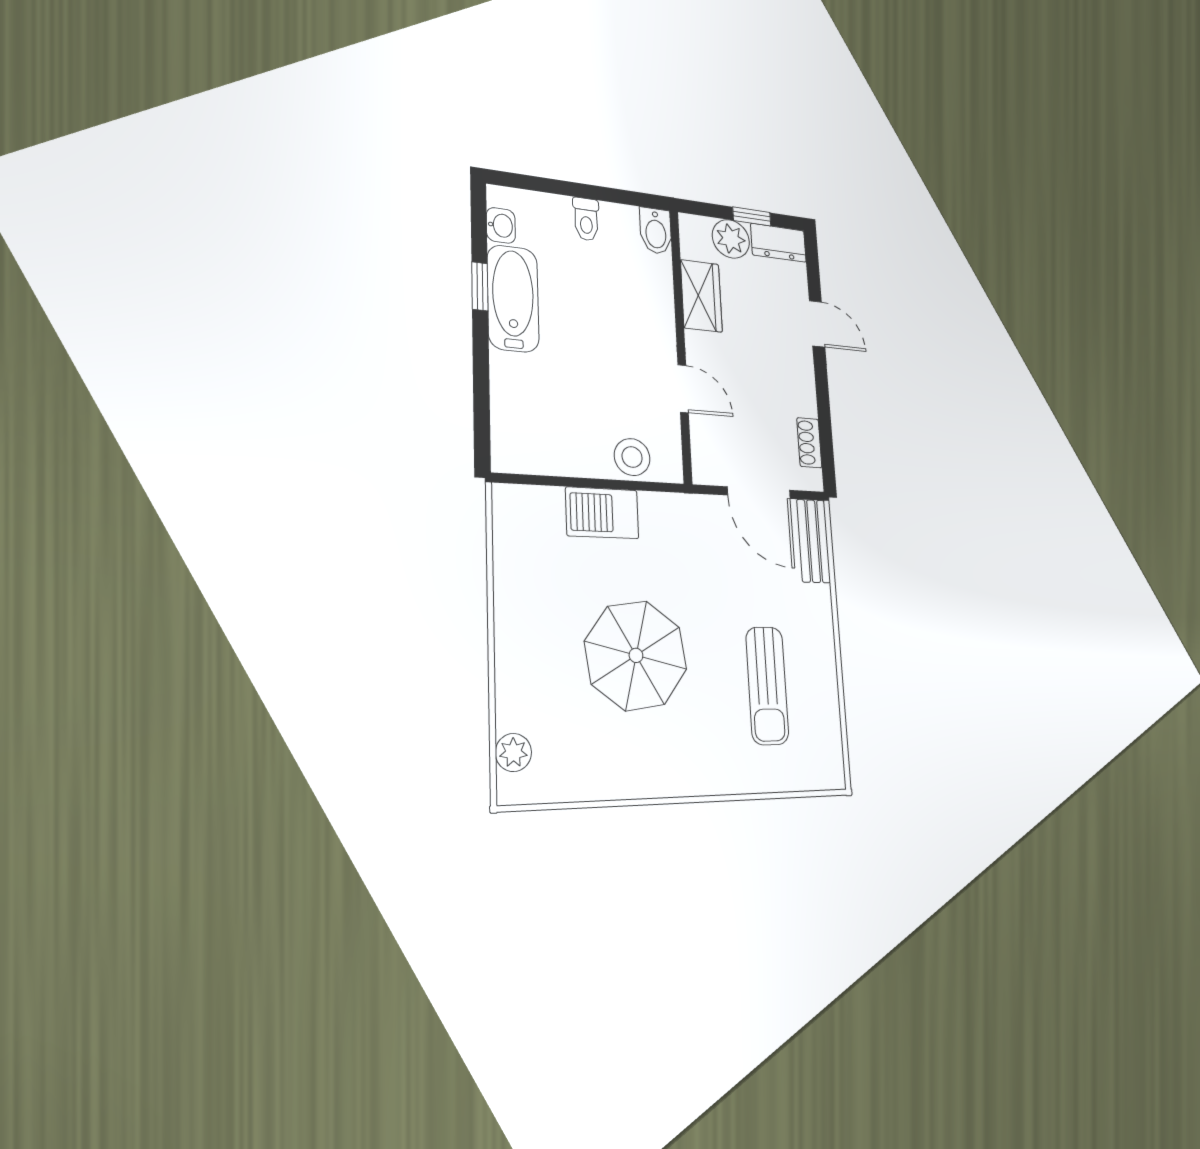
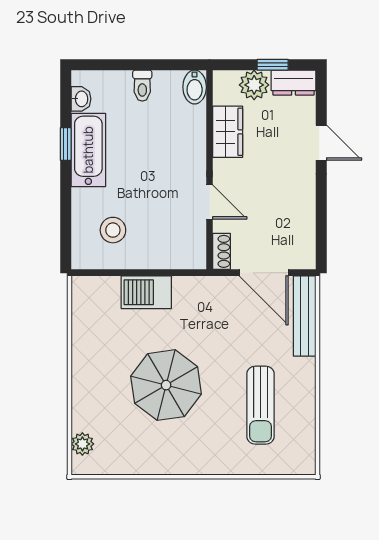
shoe rack: (809, 443) -> (222, 251), moved, turned 180
stool: (632, 457) -> (113, 230), moved
bench: (814, 541) -> (305, 316), width x1.36

